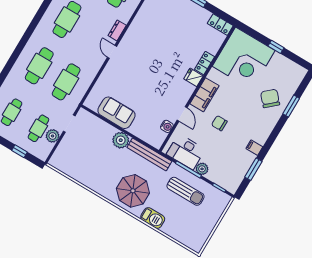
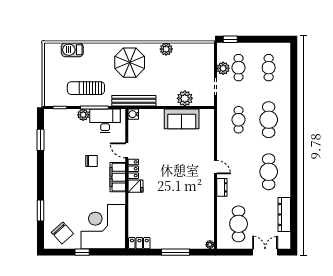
locker: (205, 63) -> (133, 169), moved
cafe table: (66, 82) -> (239, 120), width x0.73, depth x0.74
chair: (270, 98) -> (62, 233), moved
water cooler: (167, 126) -> (133, 114), moved
plant: (121, 140) -> (185, 98), moved
filing cabinet: (254, 148) -> (51, 158), removed
window: (19, 151) -> (230, 39), moved
plant: (93, 183) -> (166, 49), added
barbecue: (153, 218) -> (72, 50), moved

